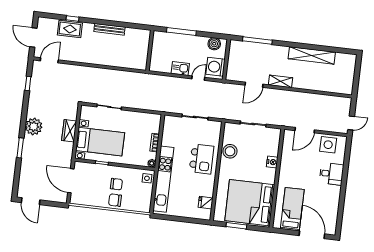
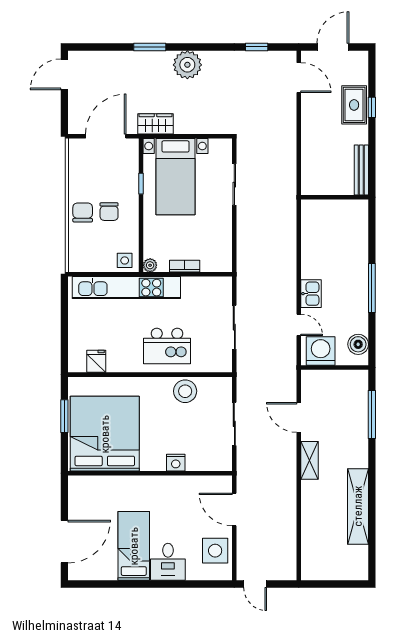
wall: (150, 50) -> (335, 197), moved
wardrobe: (69, 131) -> (156, 124), moved
bed: (292, 209) -> (134, 546), moved, turned -90

